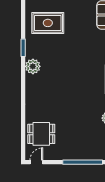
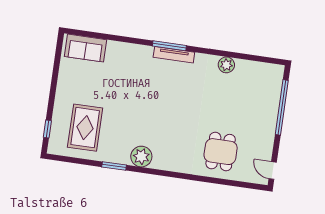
dining table: (41, 134) -> (221, 152), moved

